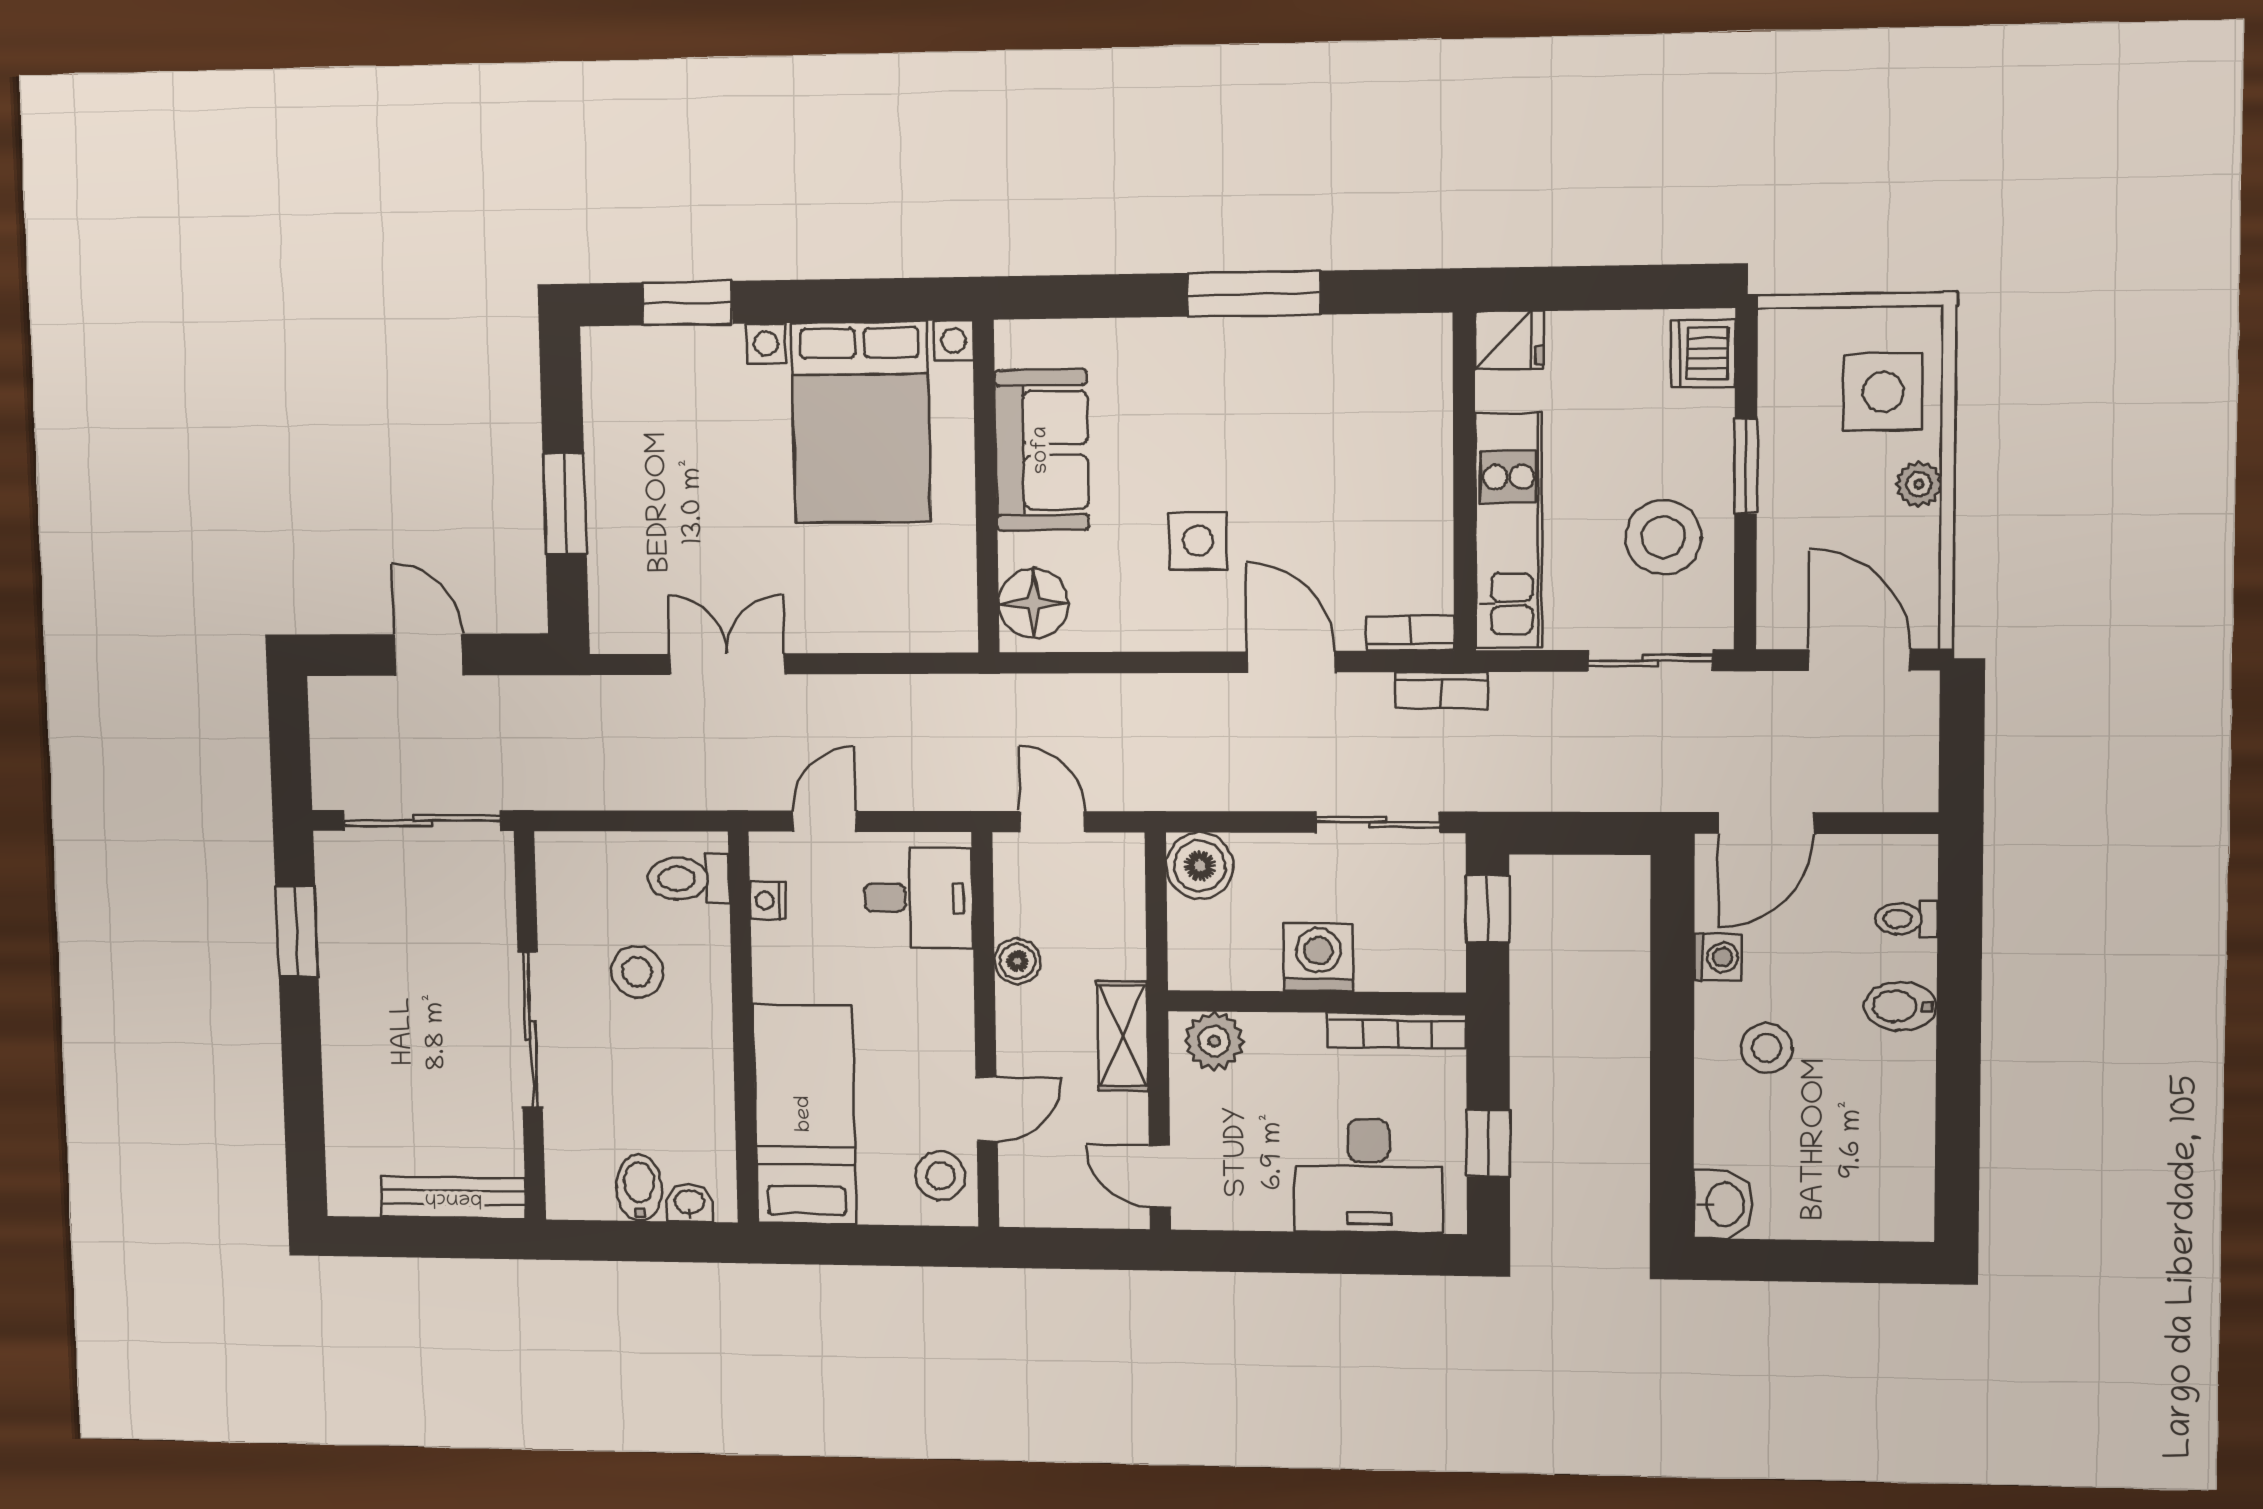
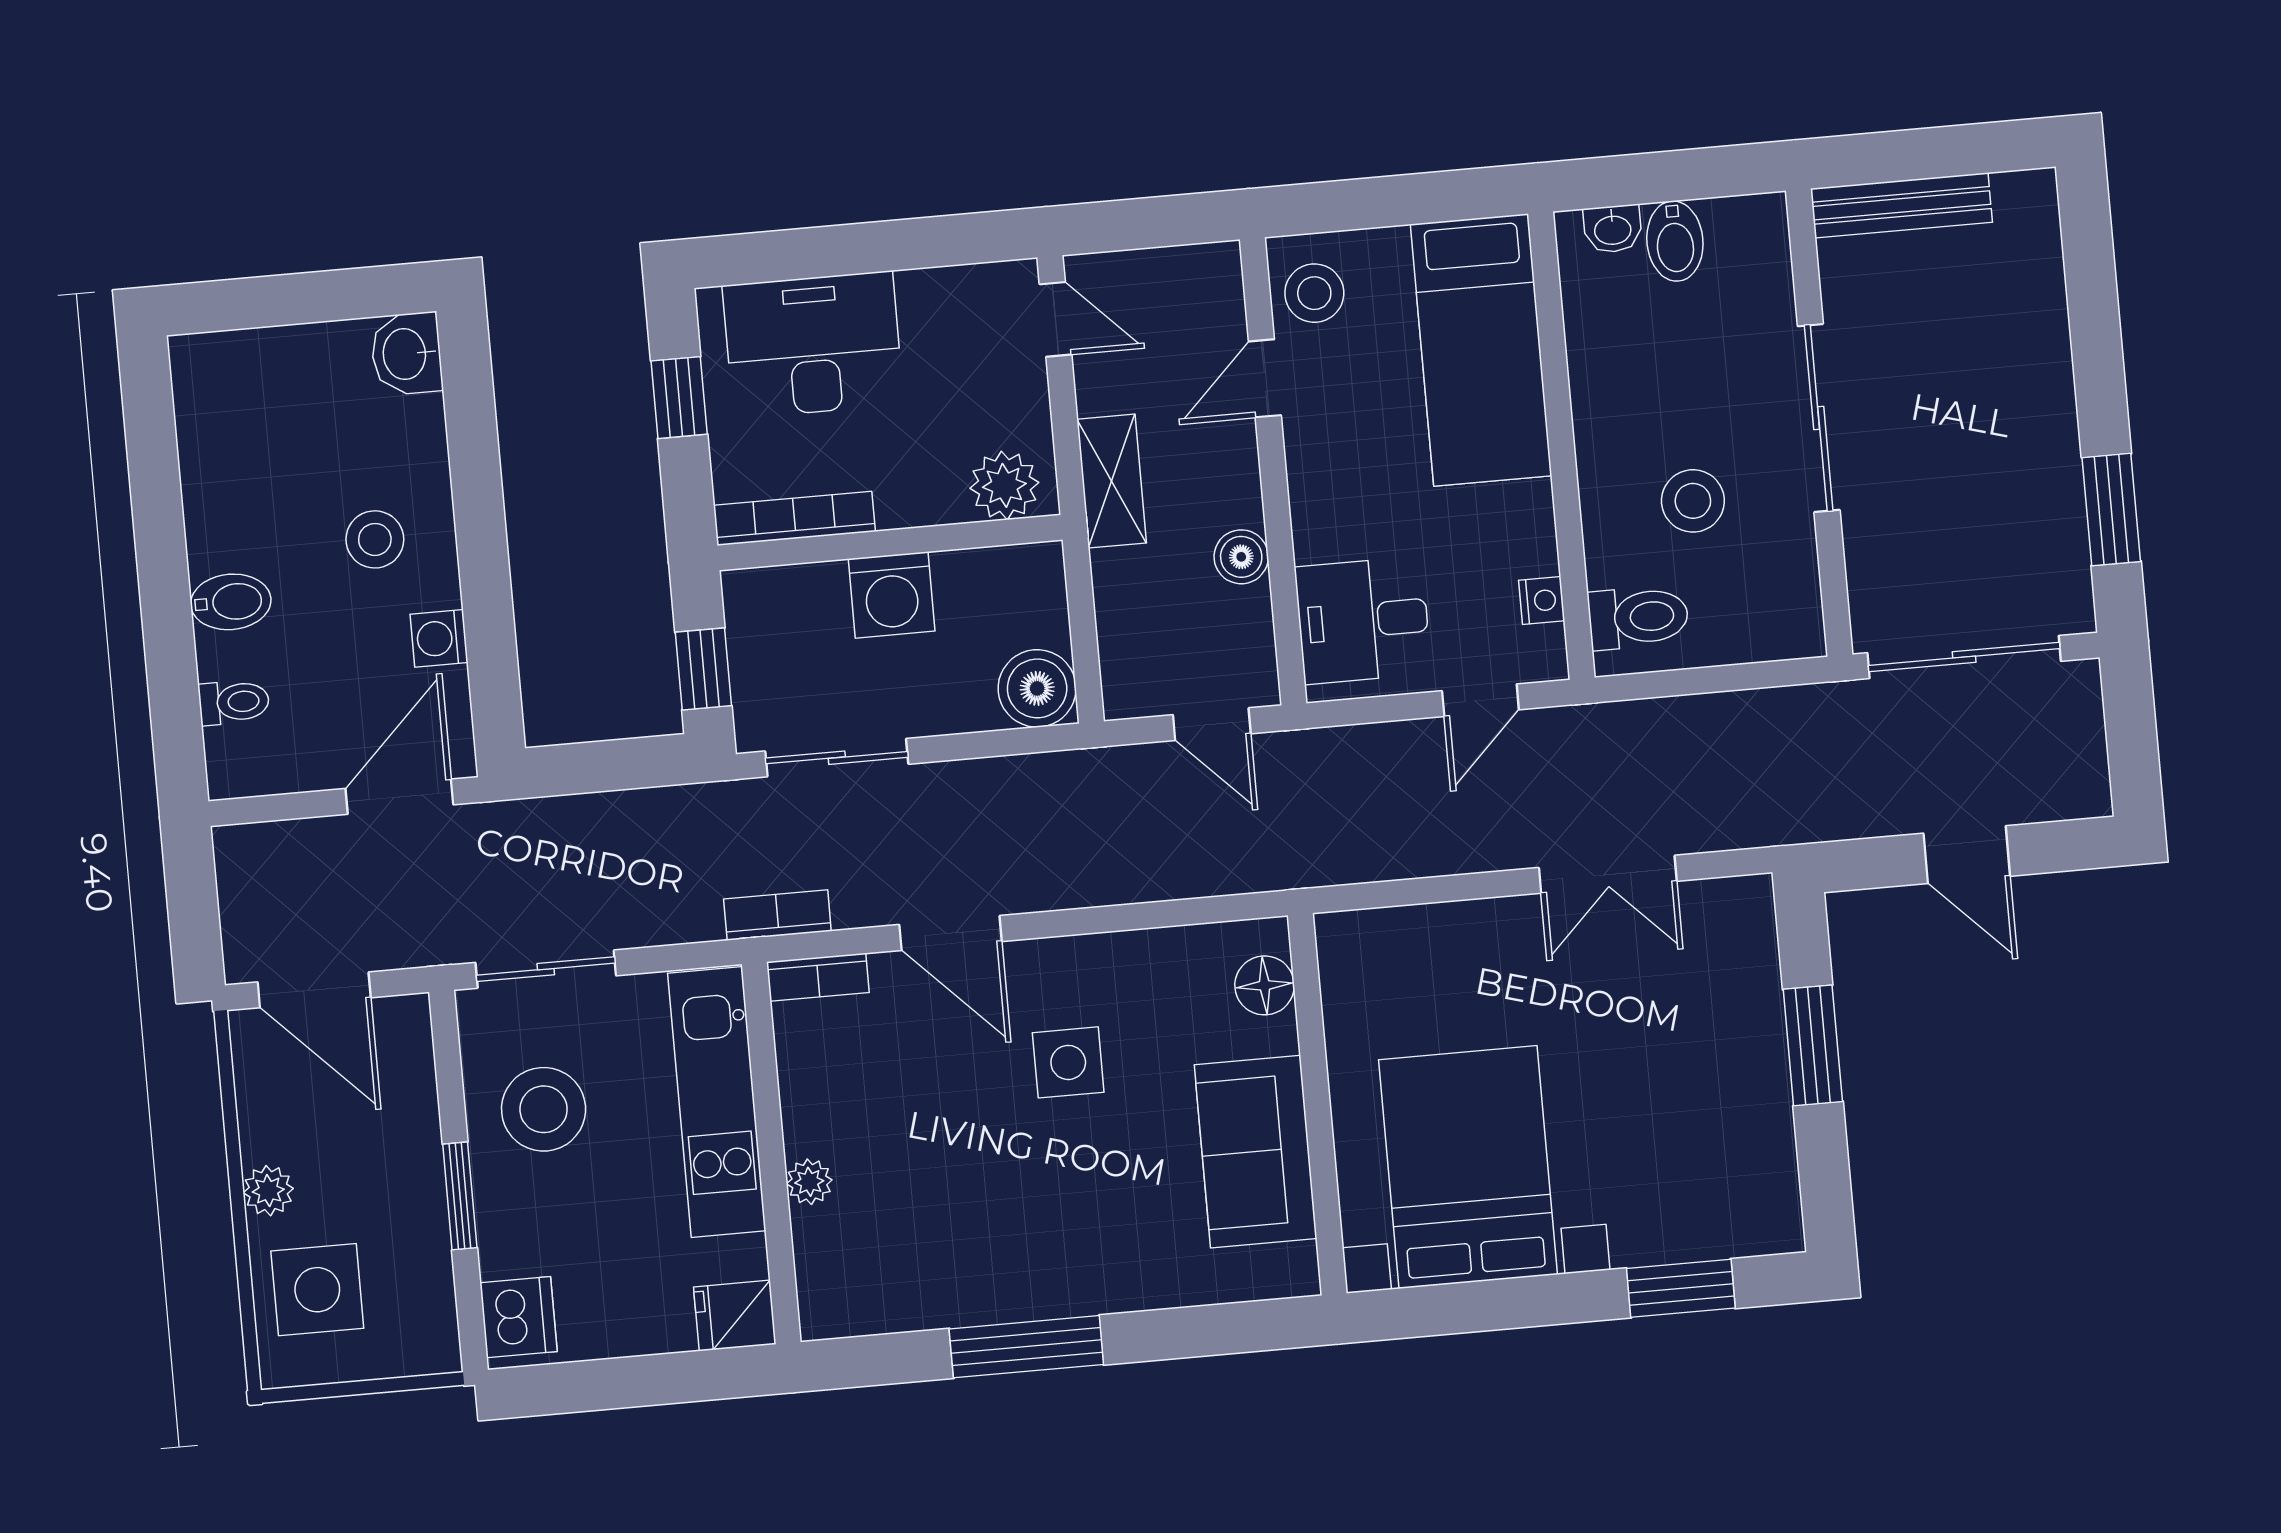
plant: (1433, 454) -> (809, 1182), added
floor lamp: (1034, 603) -> (1265, 985), width x0.73, depth x0.73

